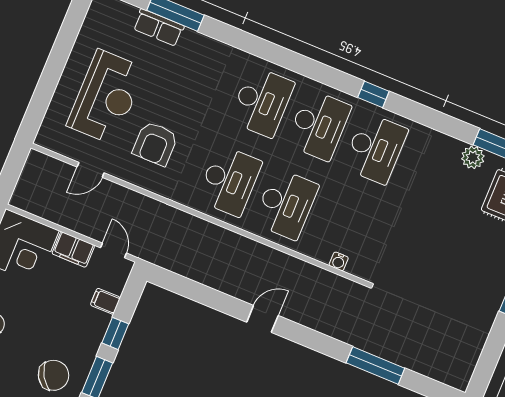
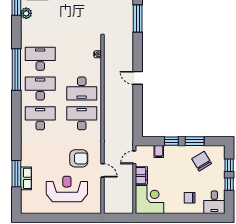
window: (373, 94) -> (16, 70), width x3.17
door: (91, 170) -> (102, 170), moved
desk: (286, 204) -> (82, 89), turned 180

